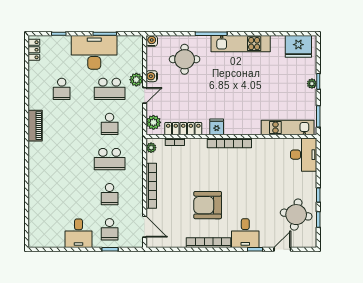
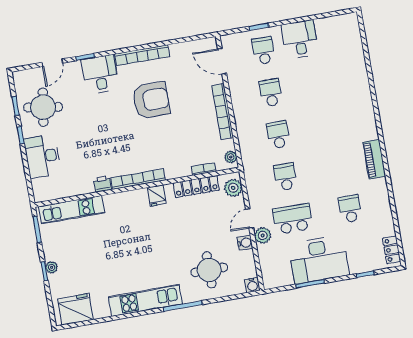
printer: (259, 144) -> (102, 184), added
desk: (304, 155) -> (42, 156), moved
school desk: (110, 159) -> (278, 135), width x0.54

